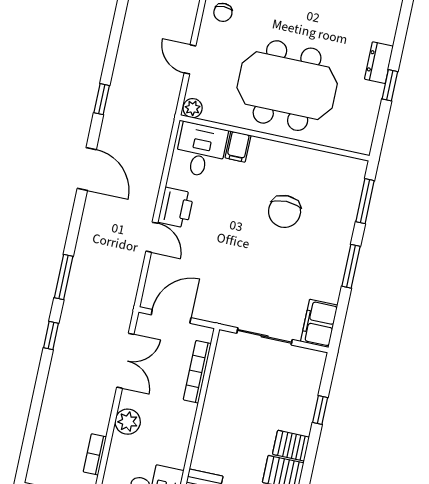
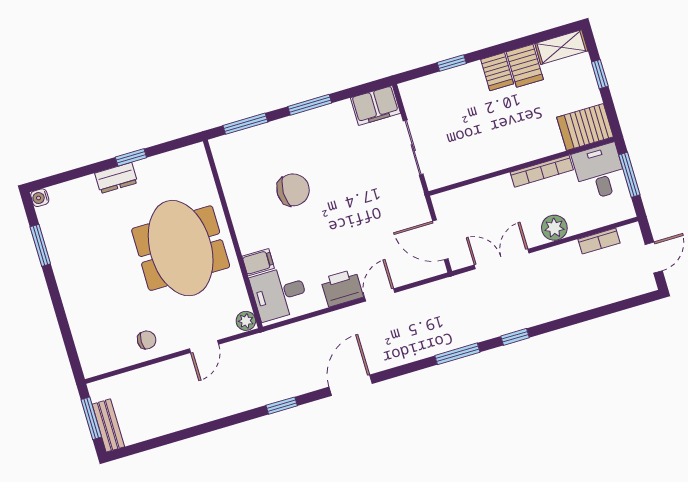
bookcase: (197, 372) -> (542, 171), moved

